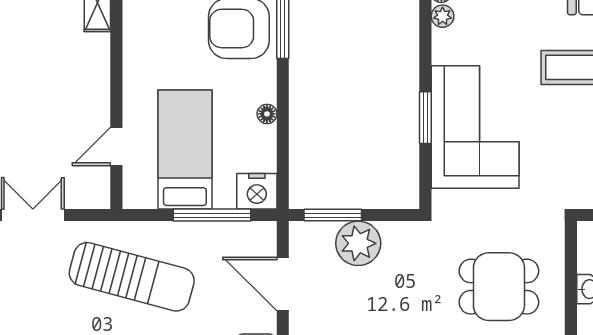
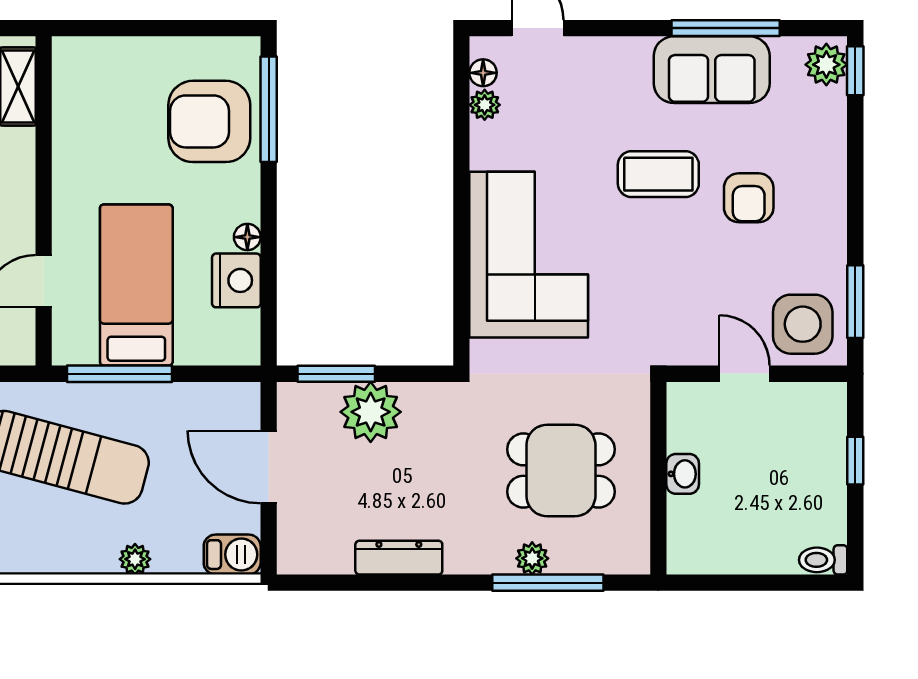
window: (425, 118) -> (461, 242), removed
nightstand: (257, 191) -> (236, 280), moved, turned -90
window: (212, 215) -> (120, 374), moved

